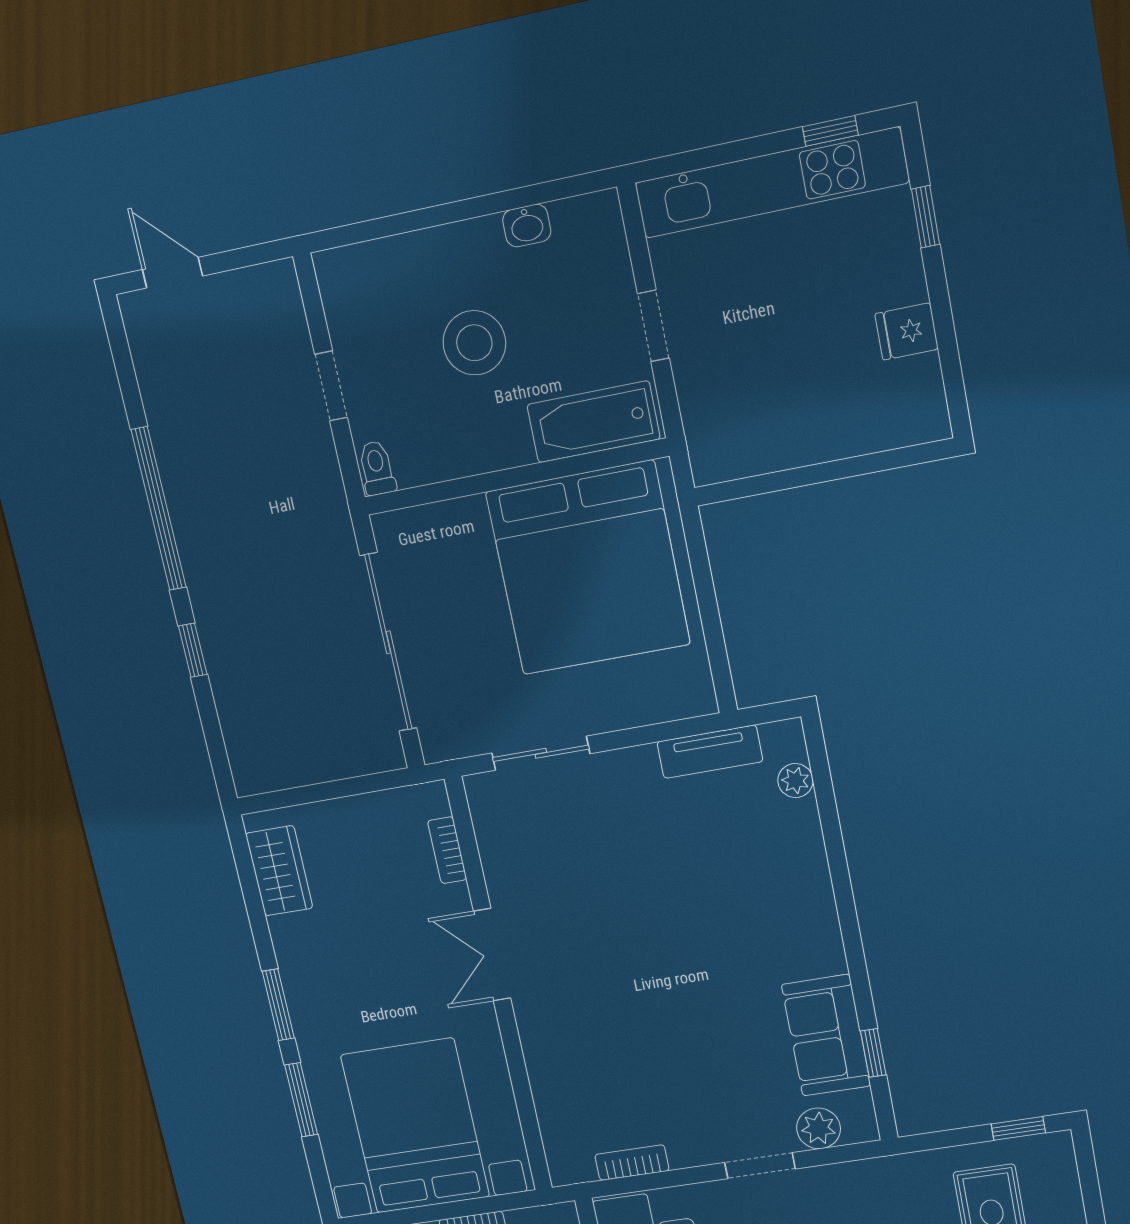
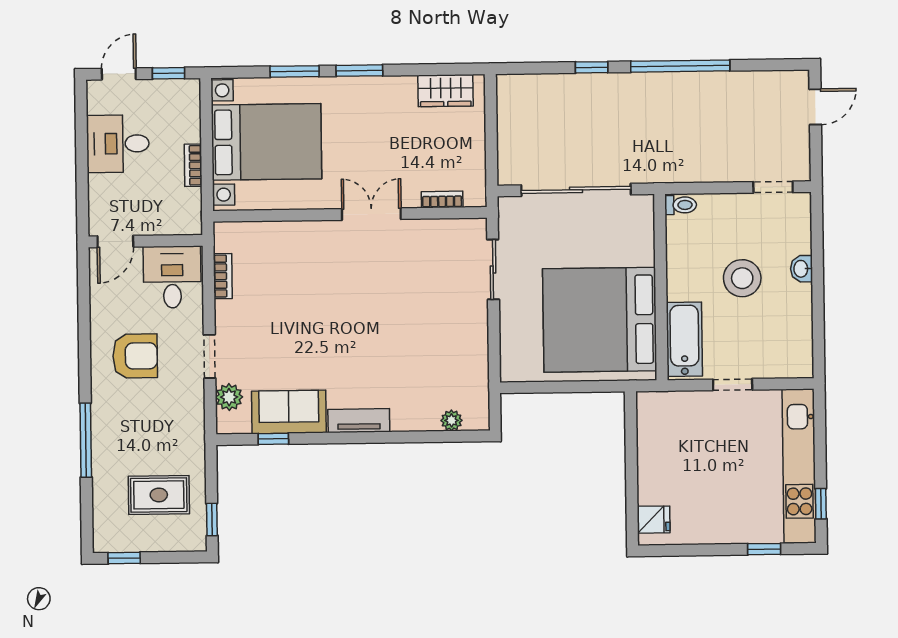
washbasin: (527, 226) -> (801, 269), moved
fridge: (907, 331) -> (654, 520), moved, turned 90
doorway: (331, 386) -> (773, 187), moved
tv unit: (710, 752) -> (359, 421), moved, turned 90

